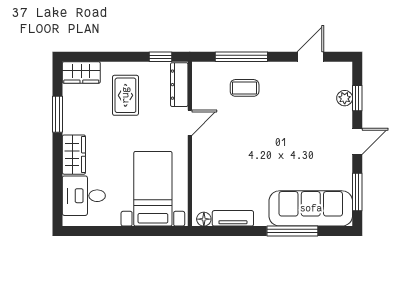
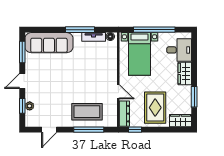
coffee table: (245, 88) -> (87, 112), width x1.86, depth x1.72
rug: (125, 95) -> (155, 108), width x1.36, depth x1.43
door: (190, 123) -> (118, 92), swing flipped
window: (127, 231) -> (154, 30), added
window: (292, 231) -> (80, 30), moved

